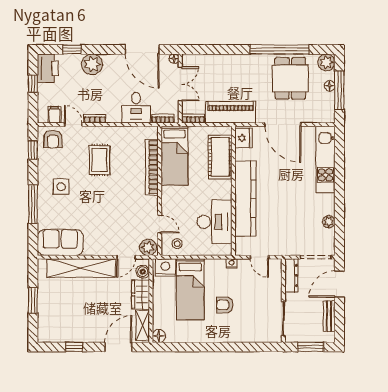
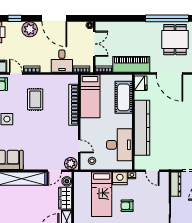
door: (142, 49) -> (54, 18), moved
nightstand: (165, 268) -> (120, 178), moved

